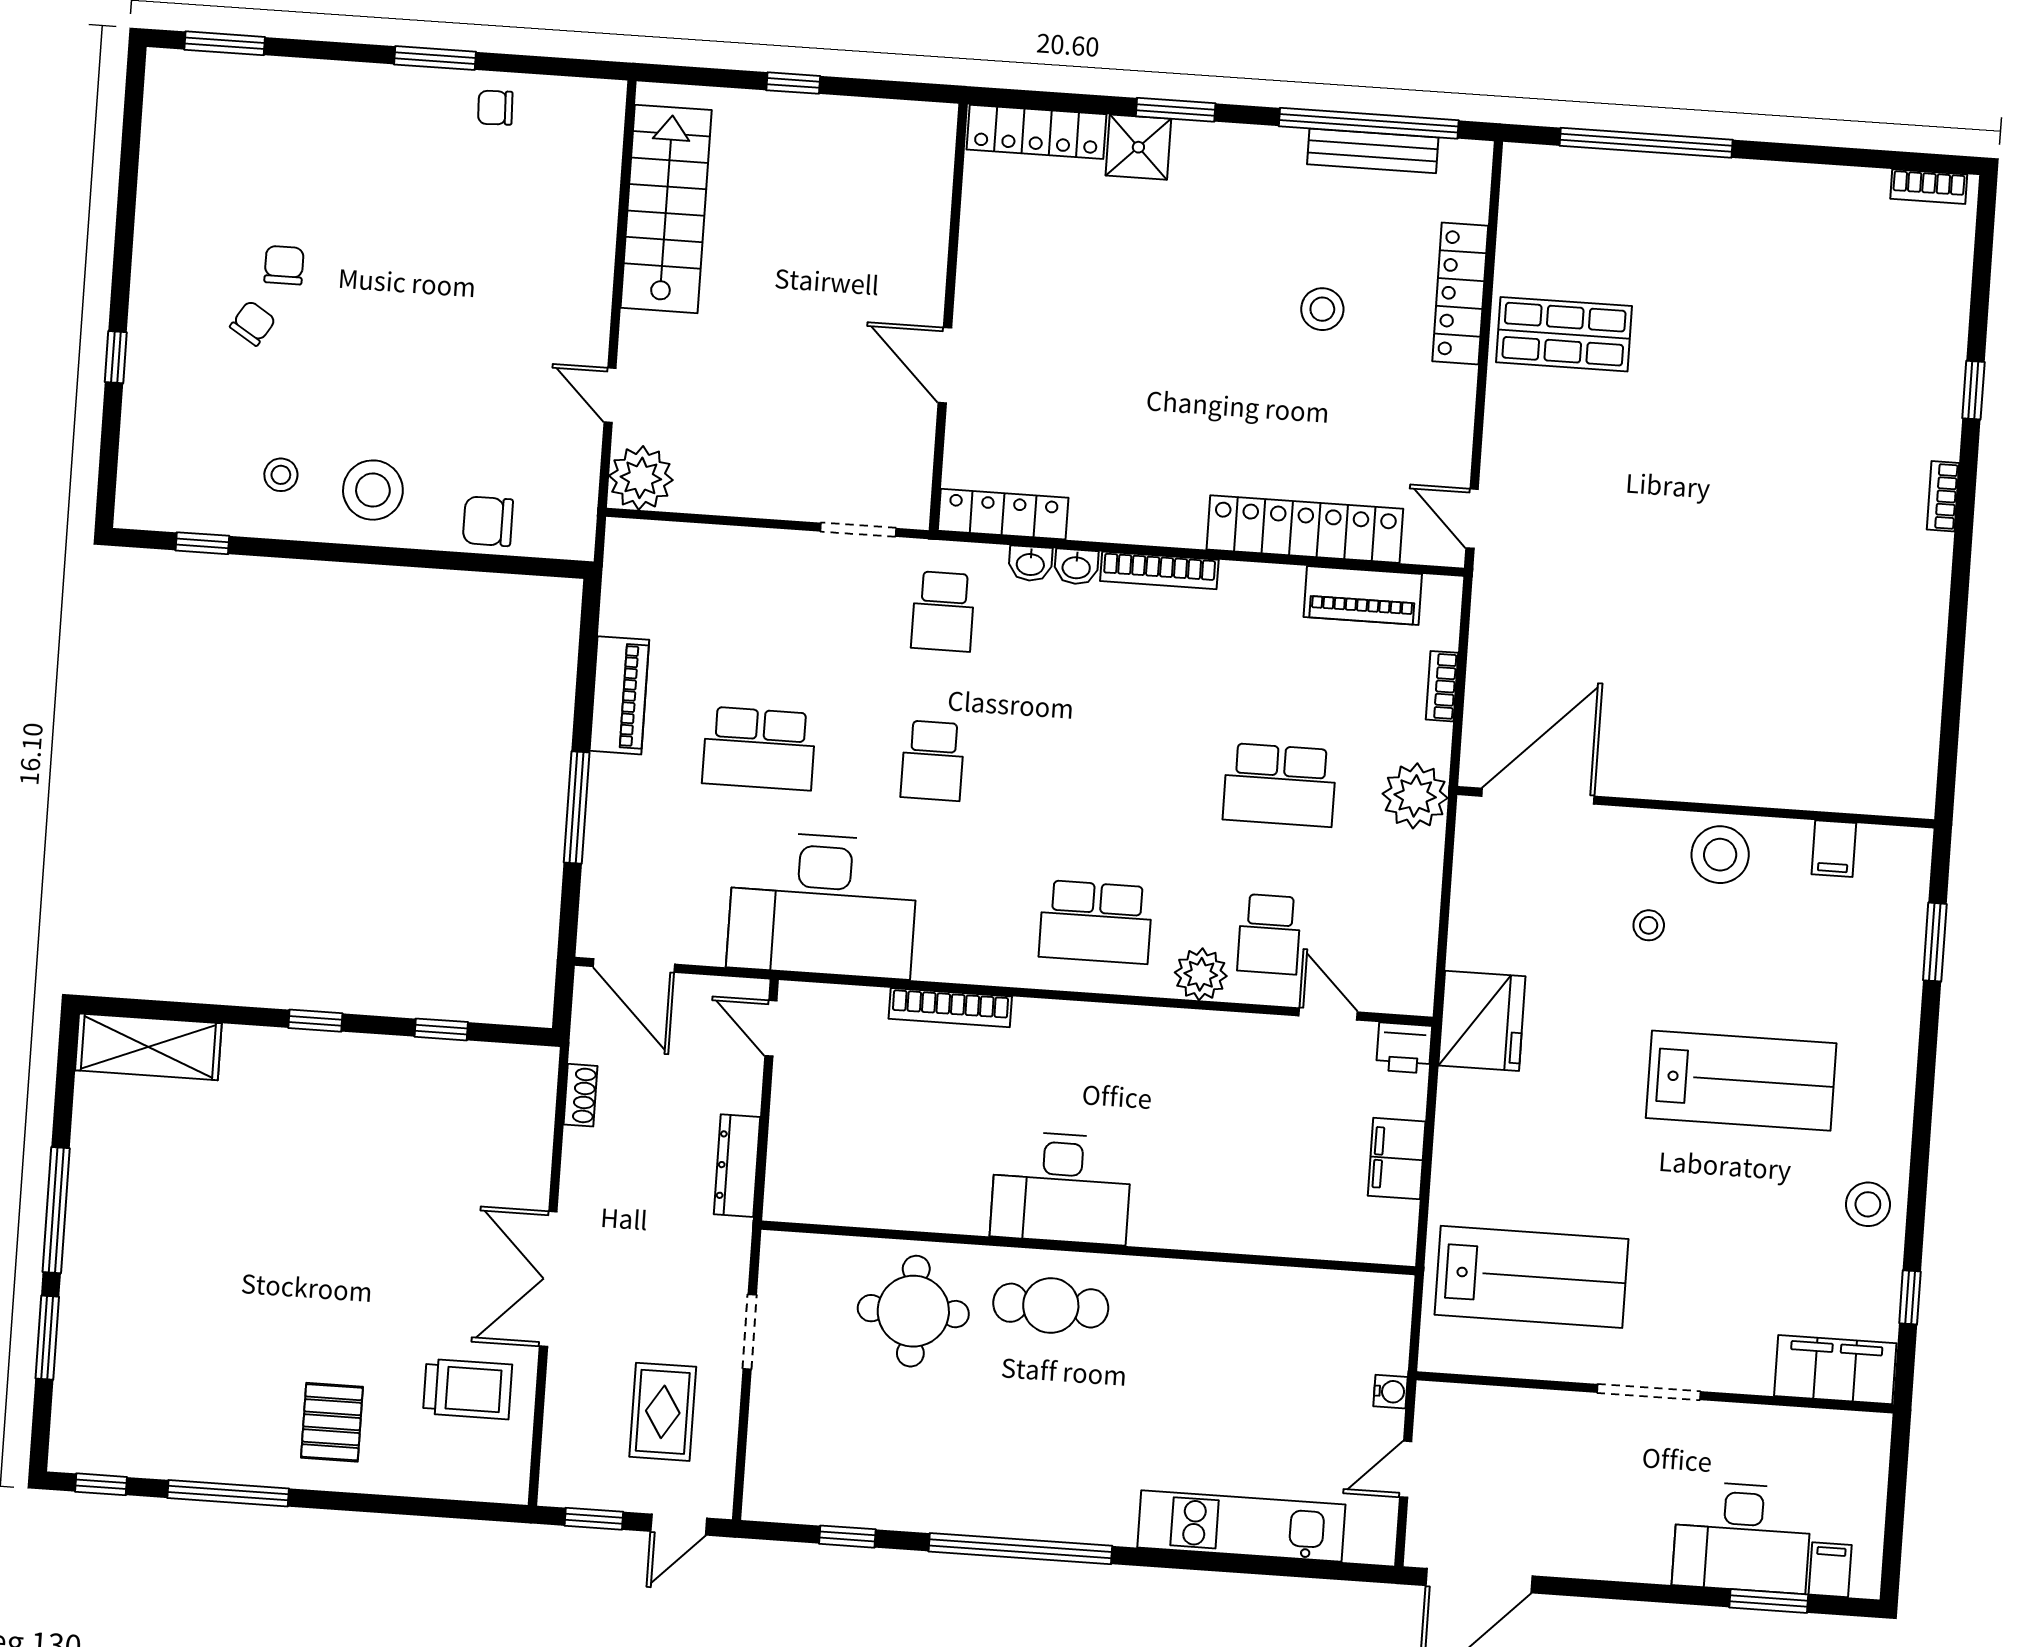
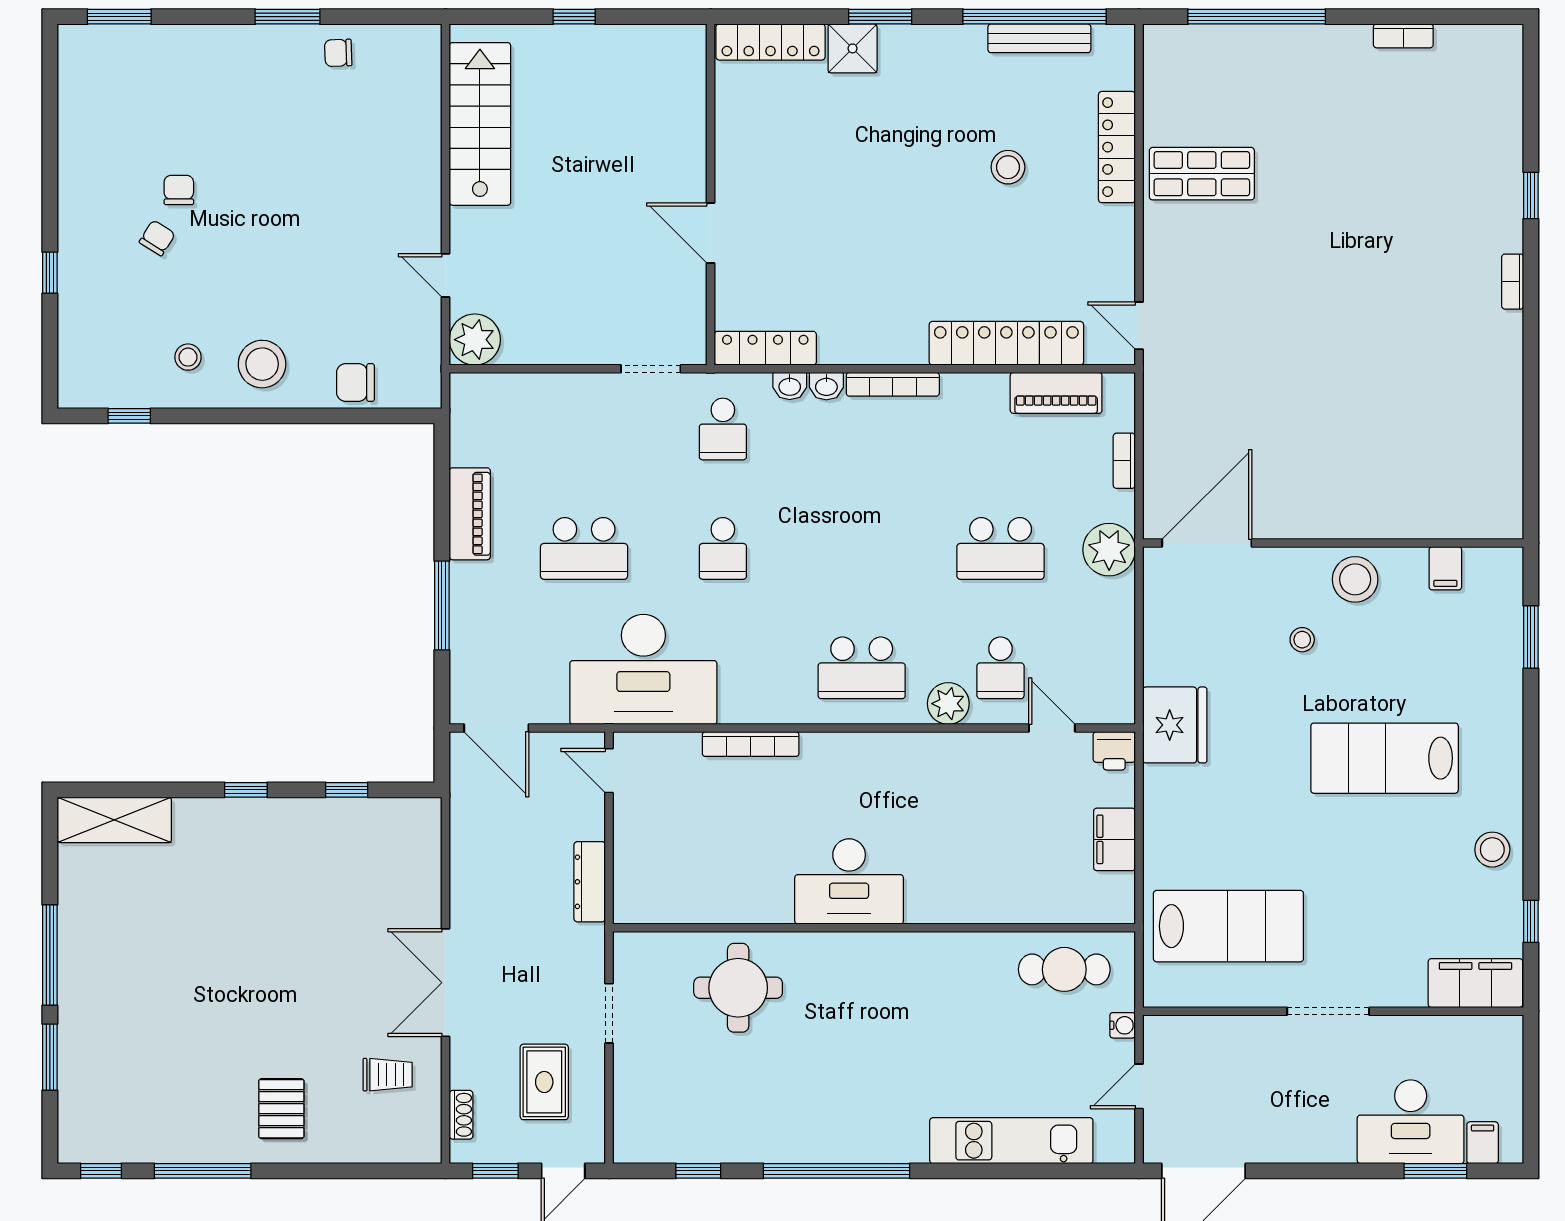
bookcase: (1929, 187) -> (1403, 36), moved
lab bench: (1741, 1081) -> (1385, 758), turned 180
shoe rack: (580, 1095) -> (461, 1115), moved
cafe table: (1051, 1306) -> (1064, 969), moved
trolley: (468, 1389) -> (388, 1075), width x0.73, depth x0.72

